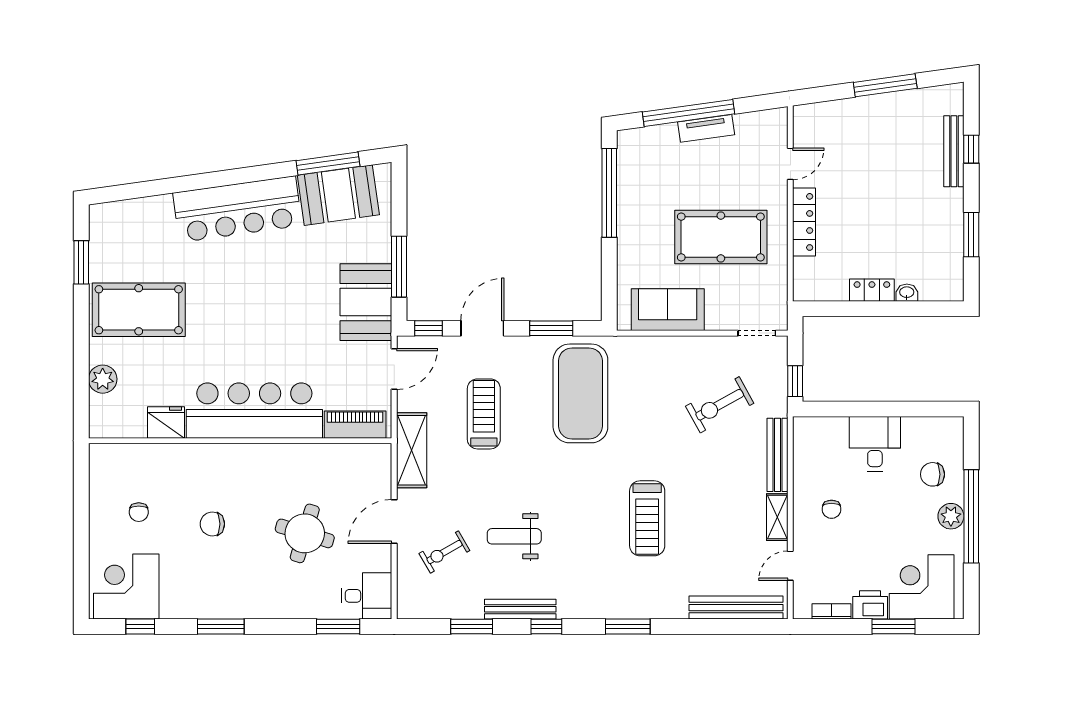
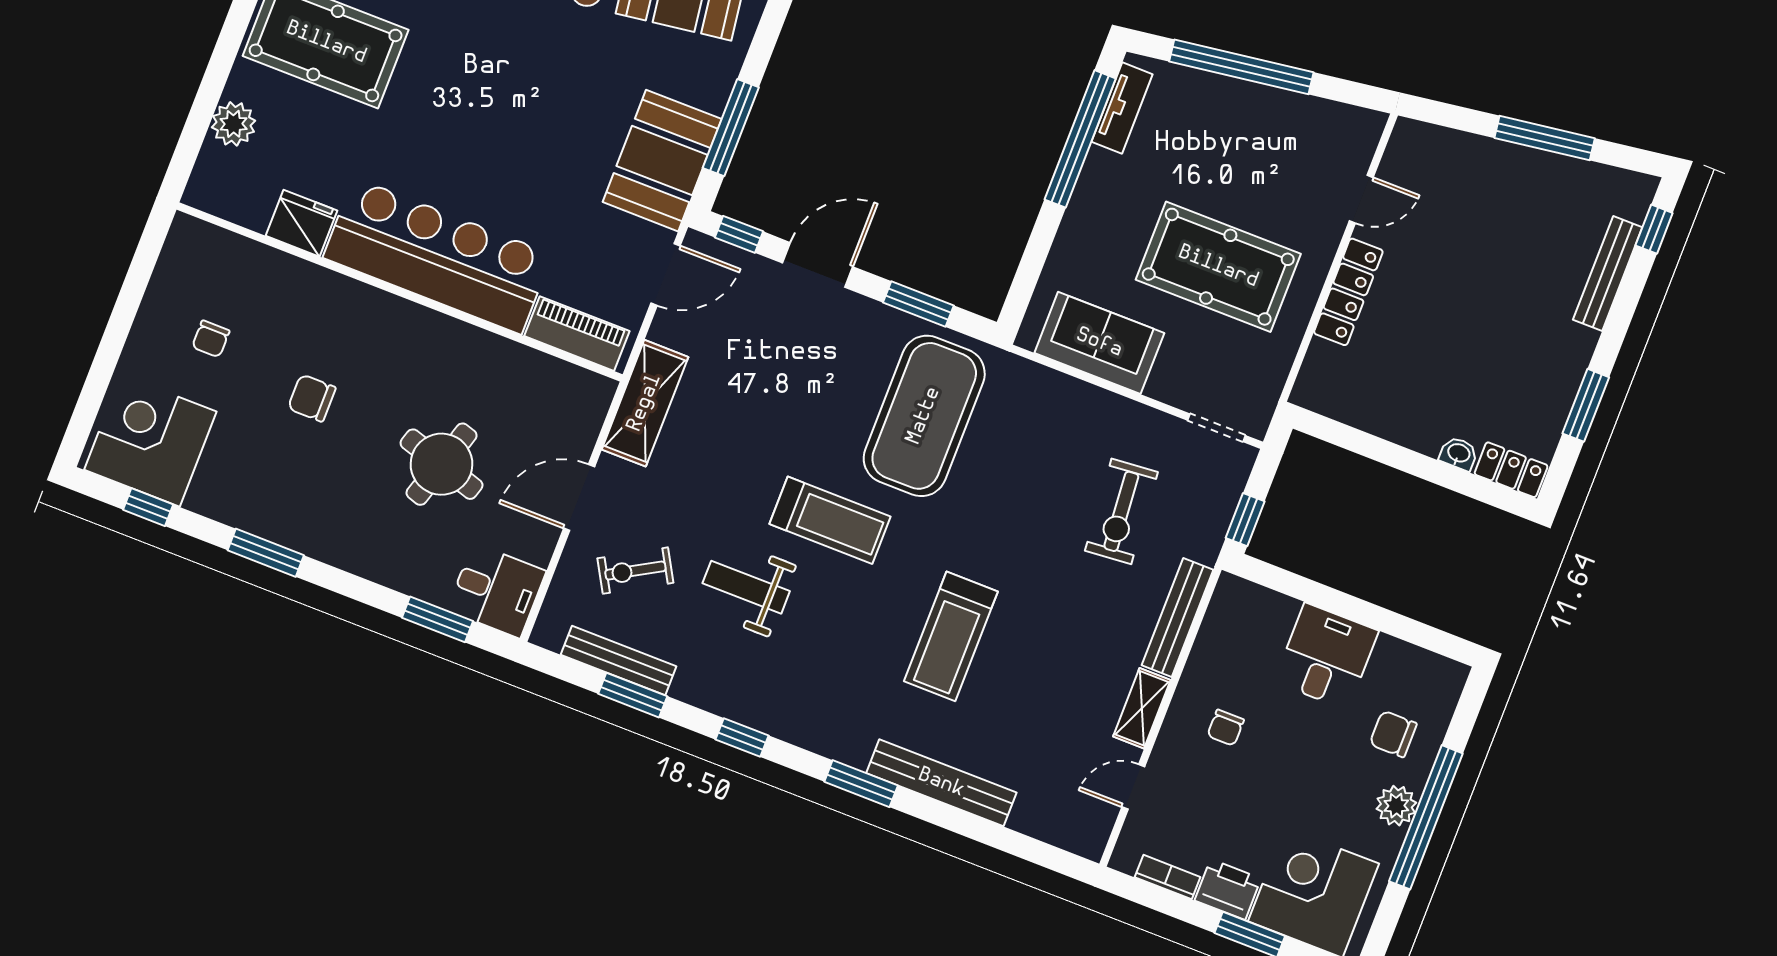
tv unit: (706, 128) -> (1122, 108), moved, turned -82
window: (971, 149) -> (1654, 229), moved
locker: (872, 290) -> (1511, 470), moved
exercise bike: (720, 405) -> (1121, 511), turned -66
treadmill: (484, 414) -> (830, 520), moved, turned 90
bench: (736, 608) -> (941, 783), moved
bench: (520, 609) -> (619, 660), moved

